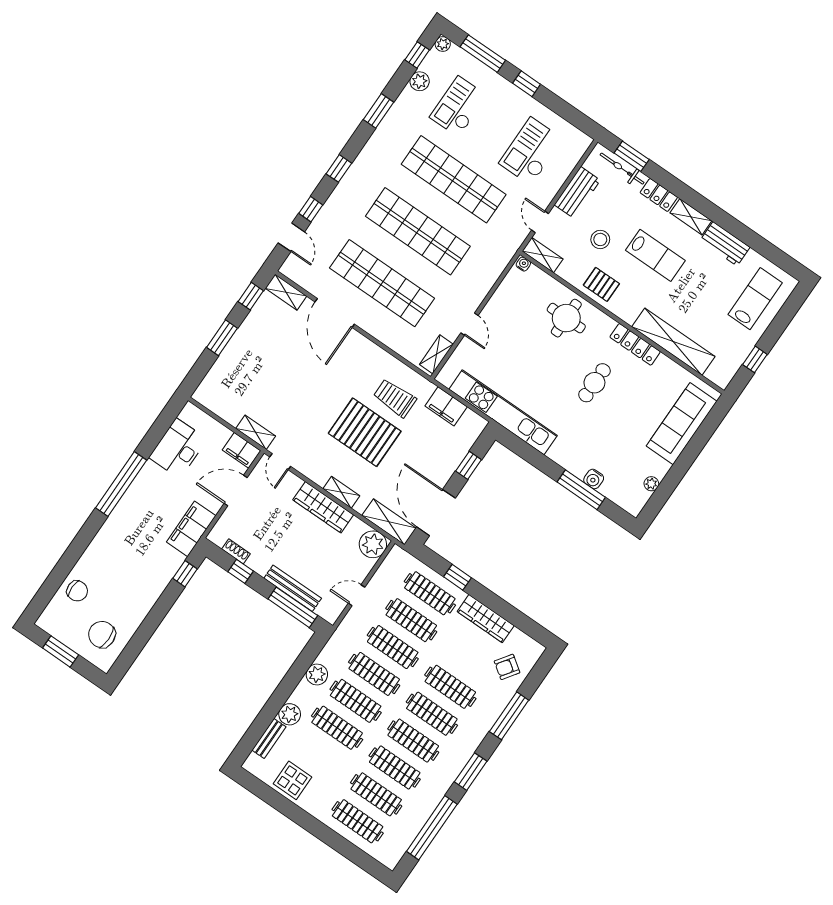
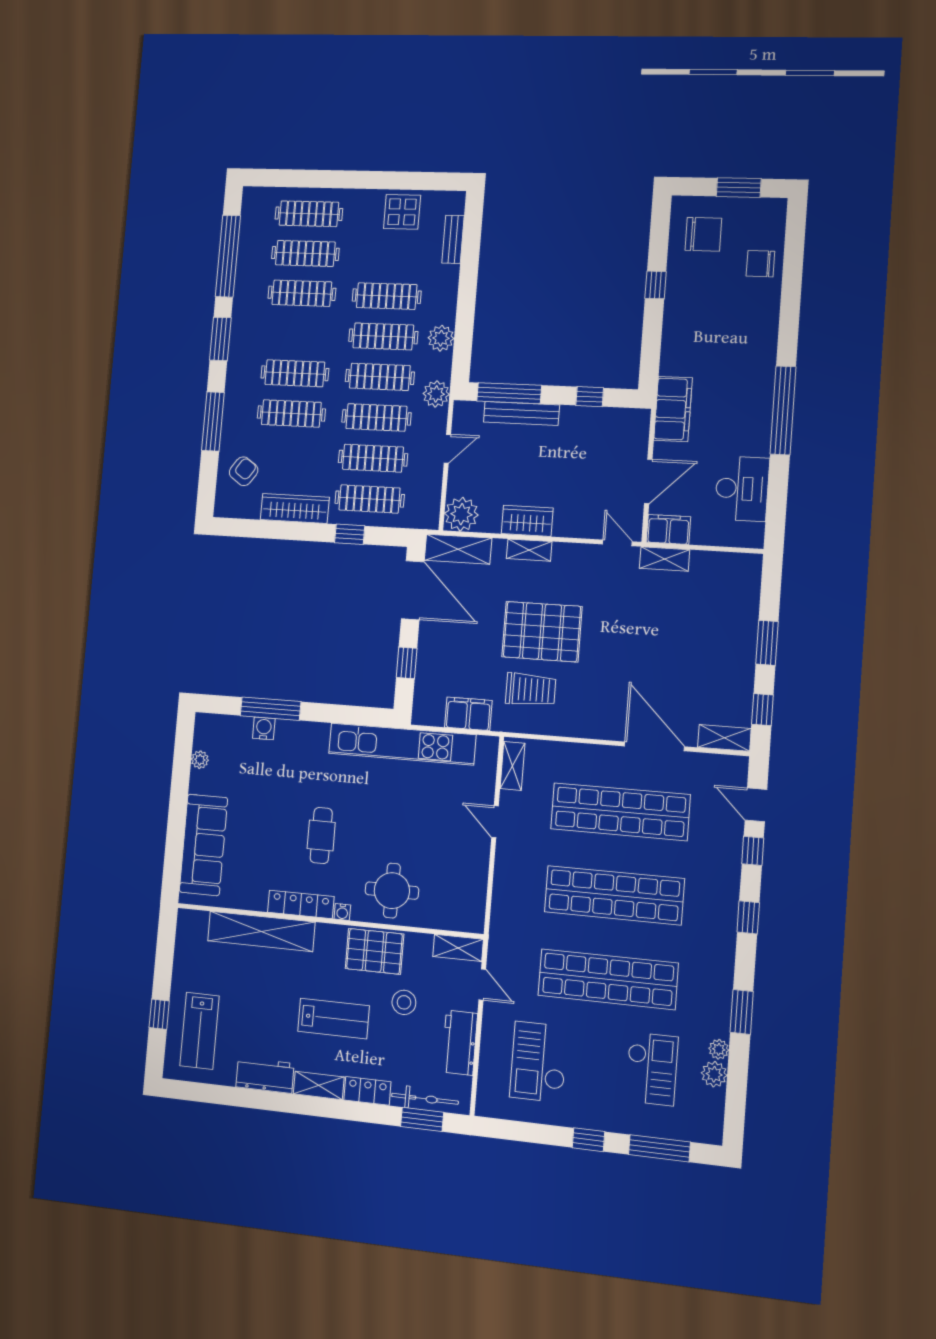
plant: (443, 44) -> (719, 1049), moved
window: (417, 55) -> (735, 1104), removed
checkout: (531, 151) -> (539, 1062), turned 180
lab bench: (655, 255) -> (333, 1019), turned 180
water cooler: (523, 264) -> (342, 912), moved
pallet: (601, 284) -> (375, 951), width x1.50, depth x1.42
window: (755, 359) -> (159, 1014), moved
wardrobe: (323, 507) -> (527, 521), width x0.67
shoe rack: (236, 551) -> (608, 415), removed
window: (185, 574) -> (656, 285), moved
plant: (290, 714) -> (436, 394), moved
clothes rail: (413, 741) -> (298, 333), removed

